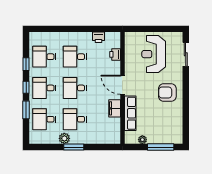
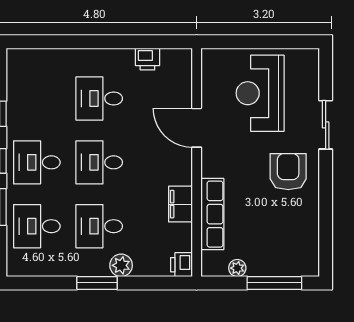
printer: (115, 54) -> (181, 265), moved
sliding door: (186, 54) -> (326, 125), moved
desk: (44, 57) -> (37, 98), removed
door: (122, 85) -> (197, 128), moved
armchair: (167, 92) -> (288, 172), turned 90
plant: (64, 138) -> (121, 265), moved

